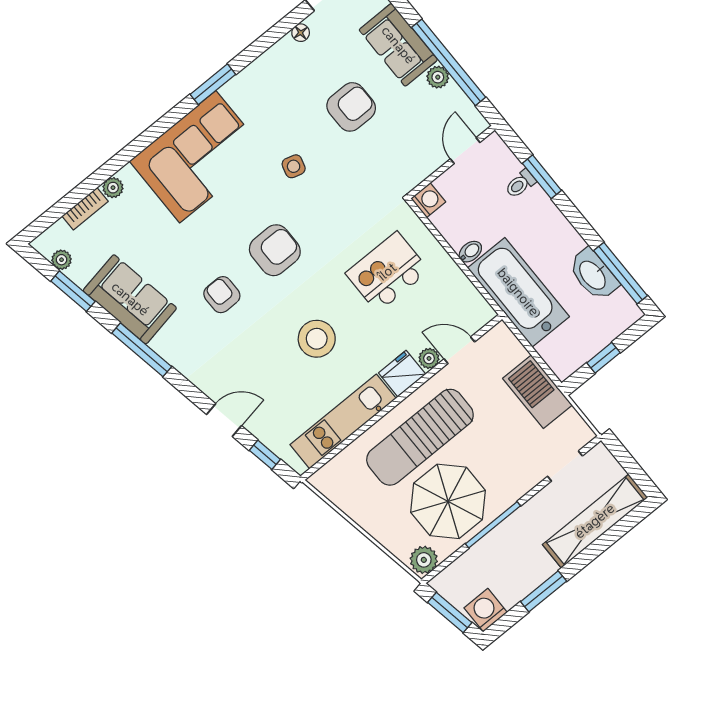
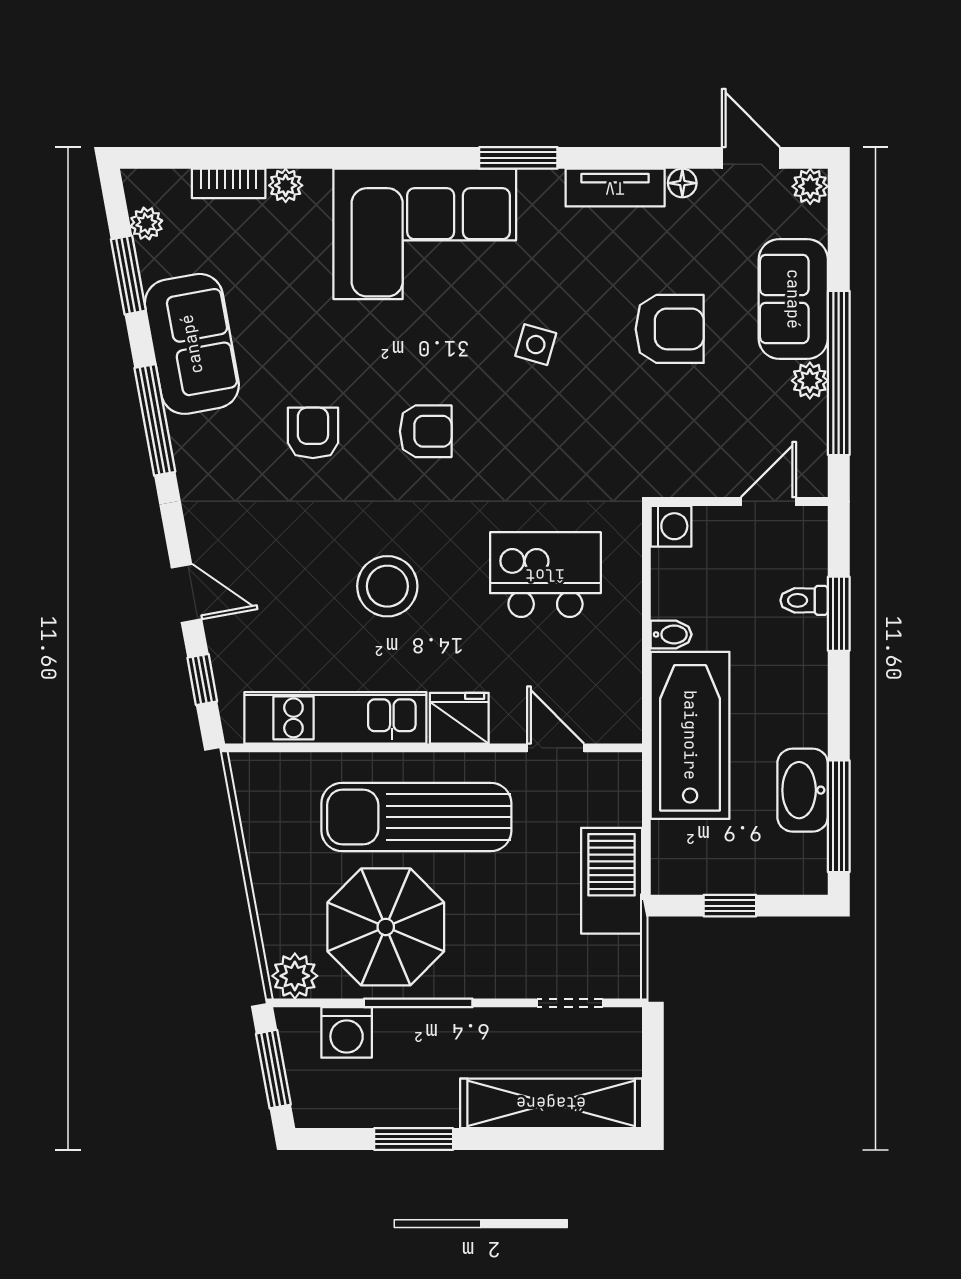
tv unit: (270, 61) -> (615, 188), added
armchair: (275, 250) -> (426, 431), width x0.72, depth x0.72
plant: (429, 358) -> (509, 727), removed
washing machine: (486, 610) -> (347, 1032), moved, turned 180

